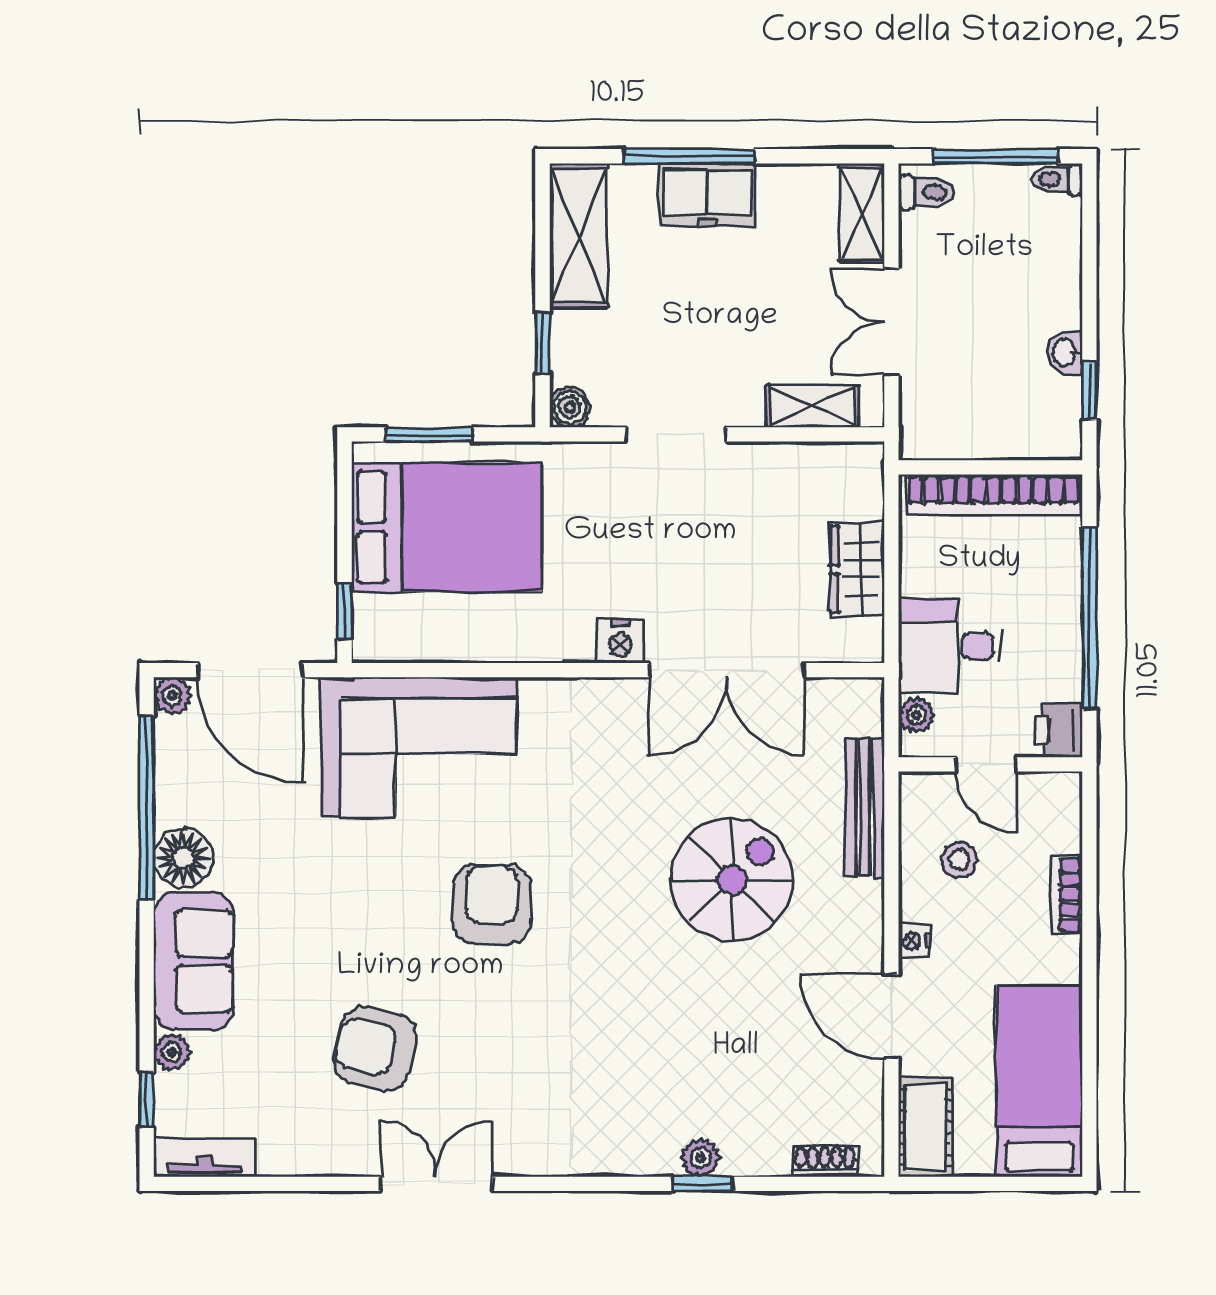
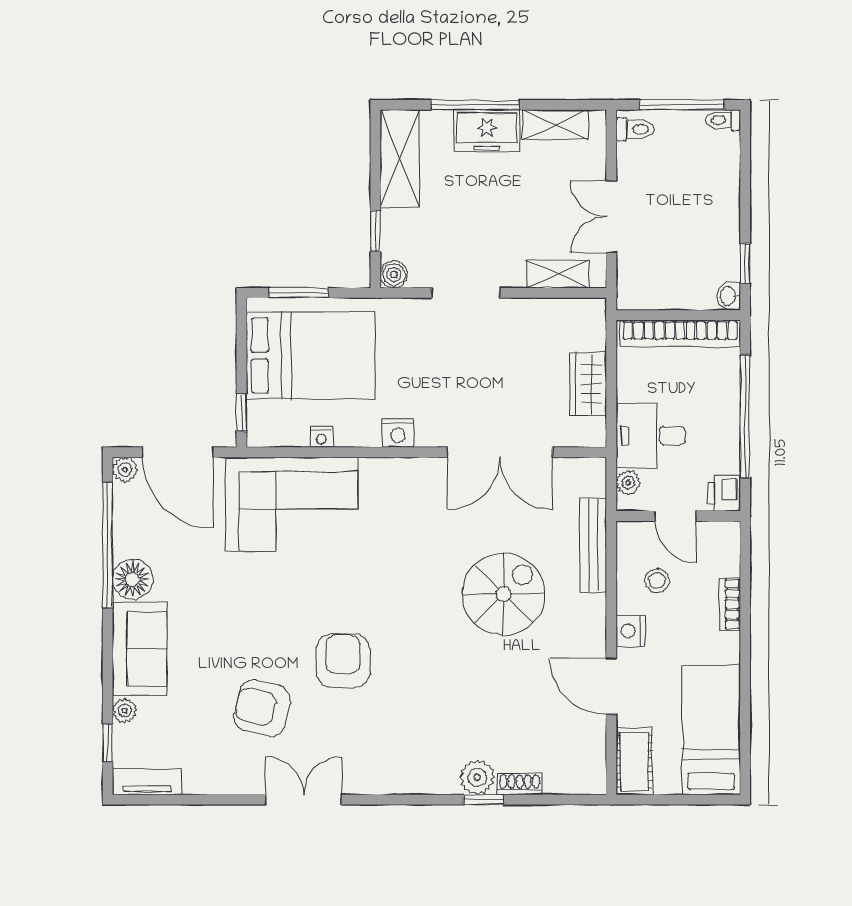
shelving: (862, 213) -> (555, 125), moved, turned 90
washbasin: (1065, 352) -> (729, 296), moved
nightstand: (620, 642) -> (398, 433), moved
nightstand: (463, 648) -> (321, 437), added
armchair: (492, 904) -> (343, 661), moved
nightstand: (914, 941) -> (630, 631), width x1.39, depth x1.35
plant: (700, 1158) -> (477, 777), width x1.38, depth x1.38
shoe rack: (825, 1161) -> (520, 784), moved

